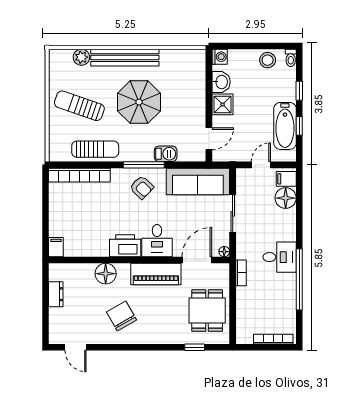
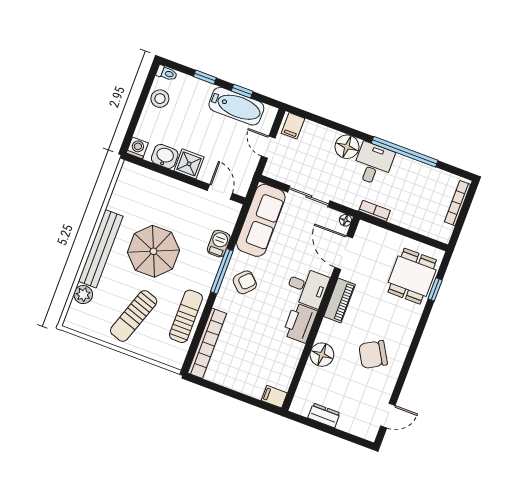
floor lamp: (286, 198) -> (347, 147), moved
piano: (156, 274) -> (339, 300), width x0.73, depth x0.75
dining table: (207, 311) -> (412, 276), moved, turned 90

